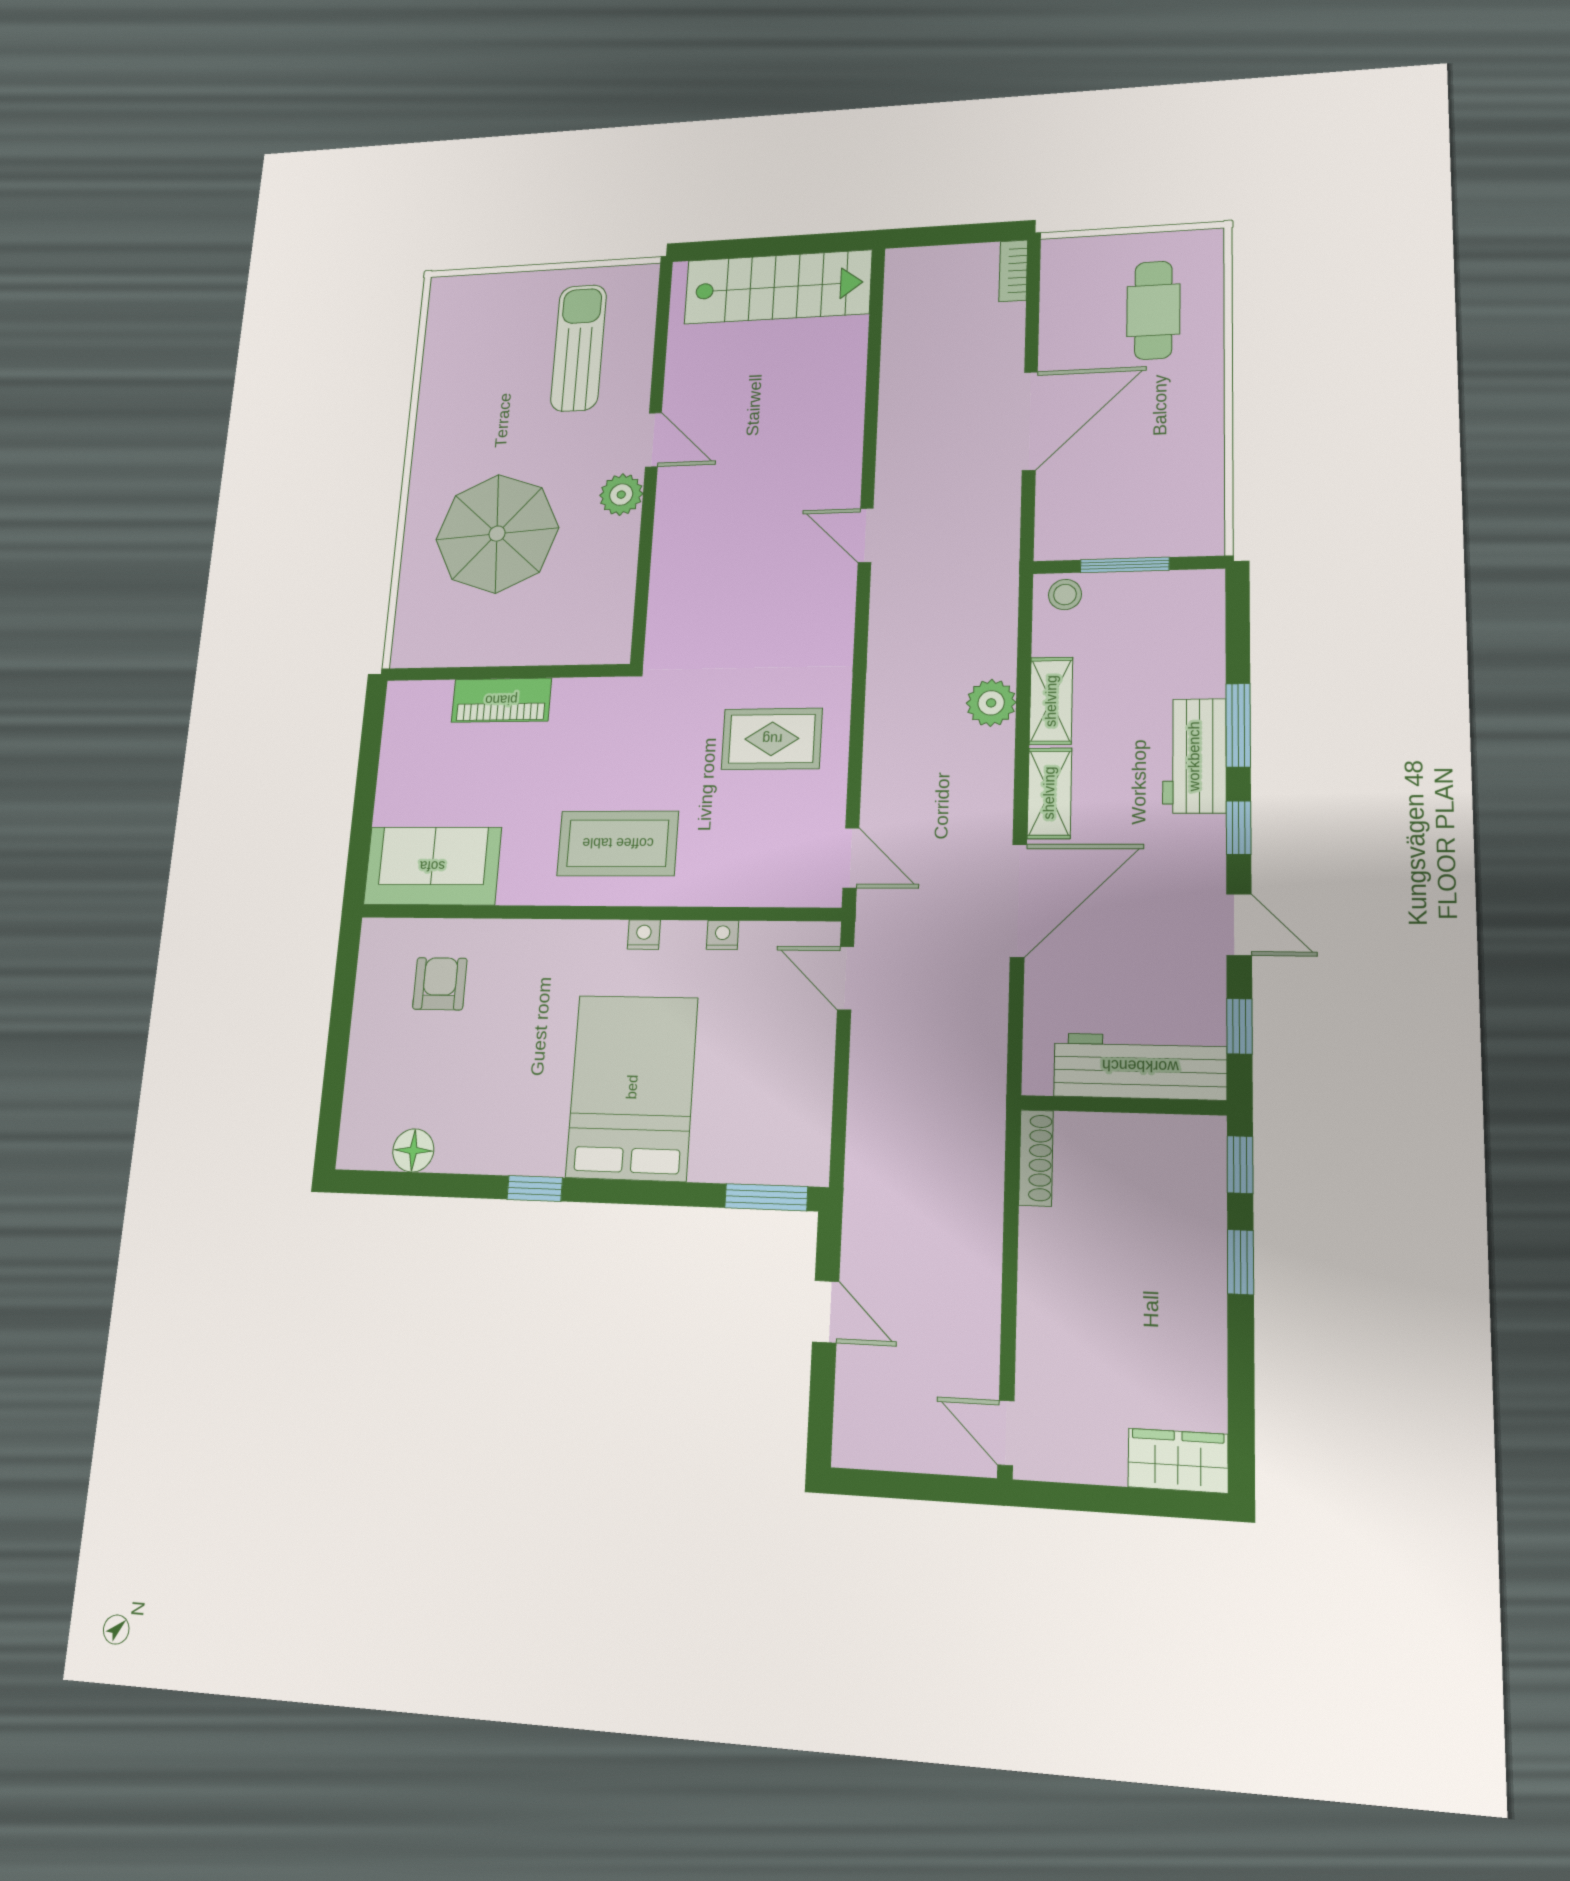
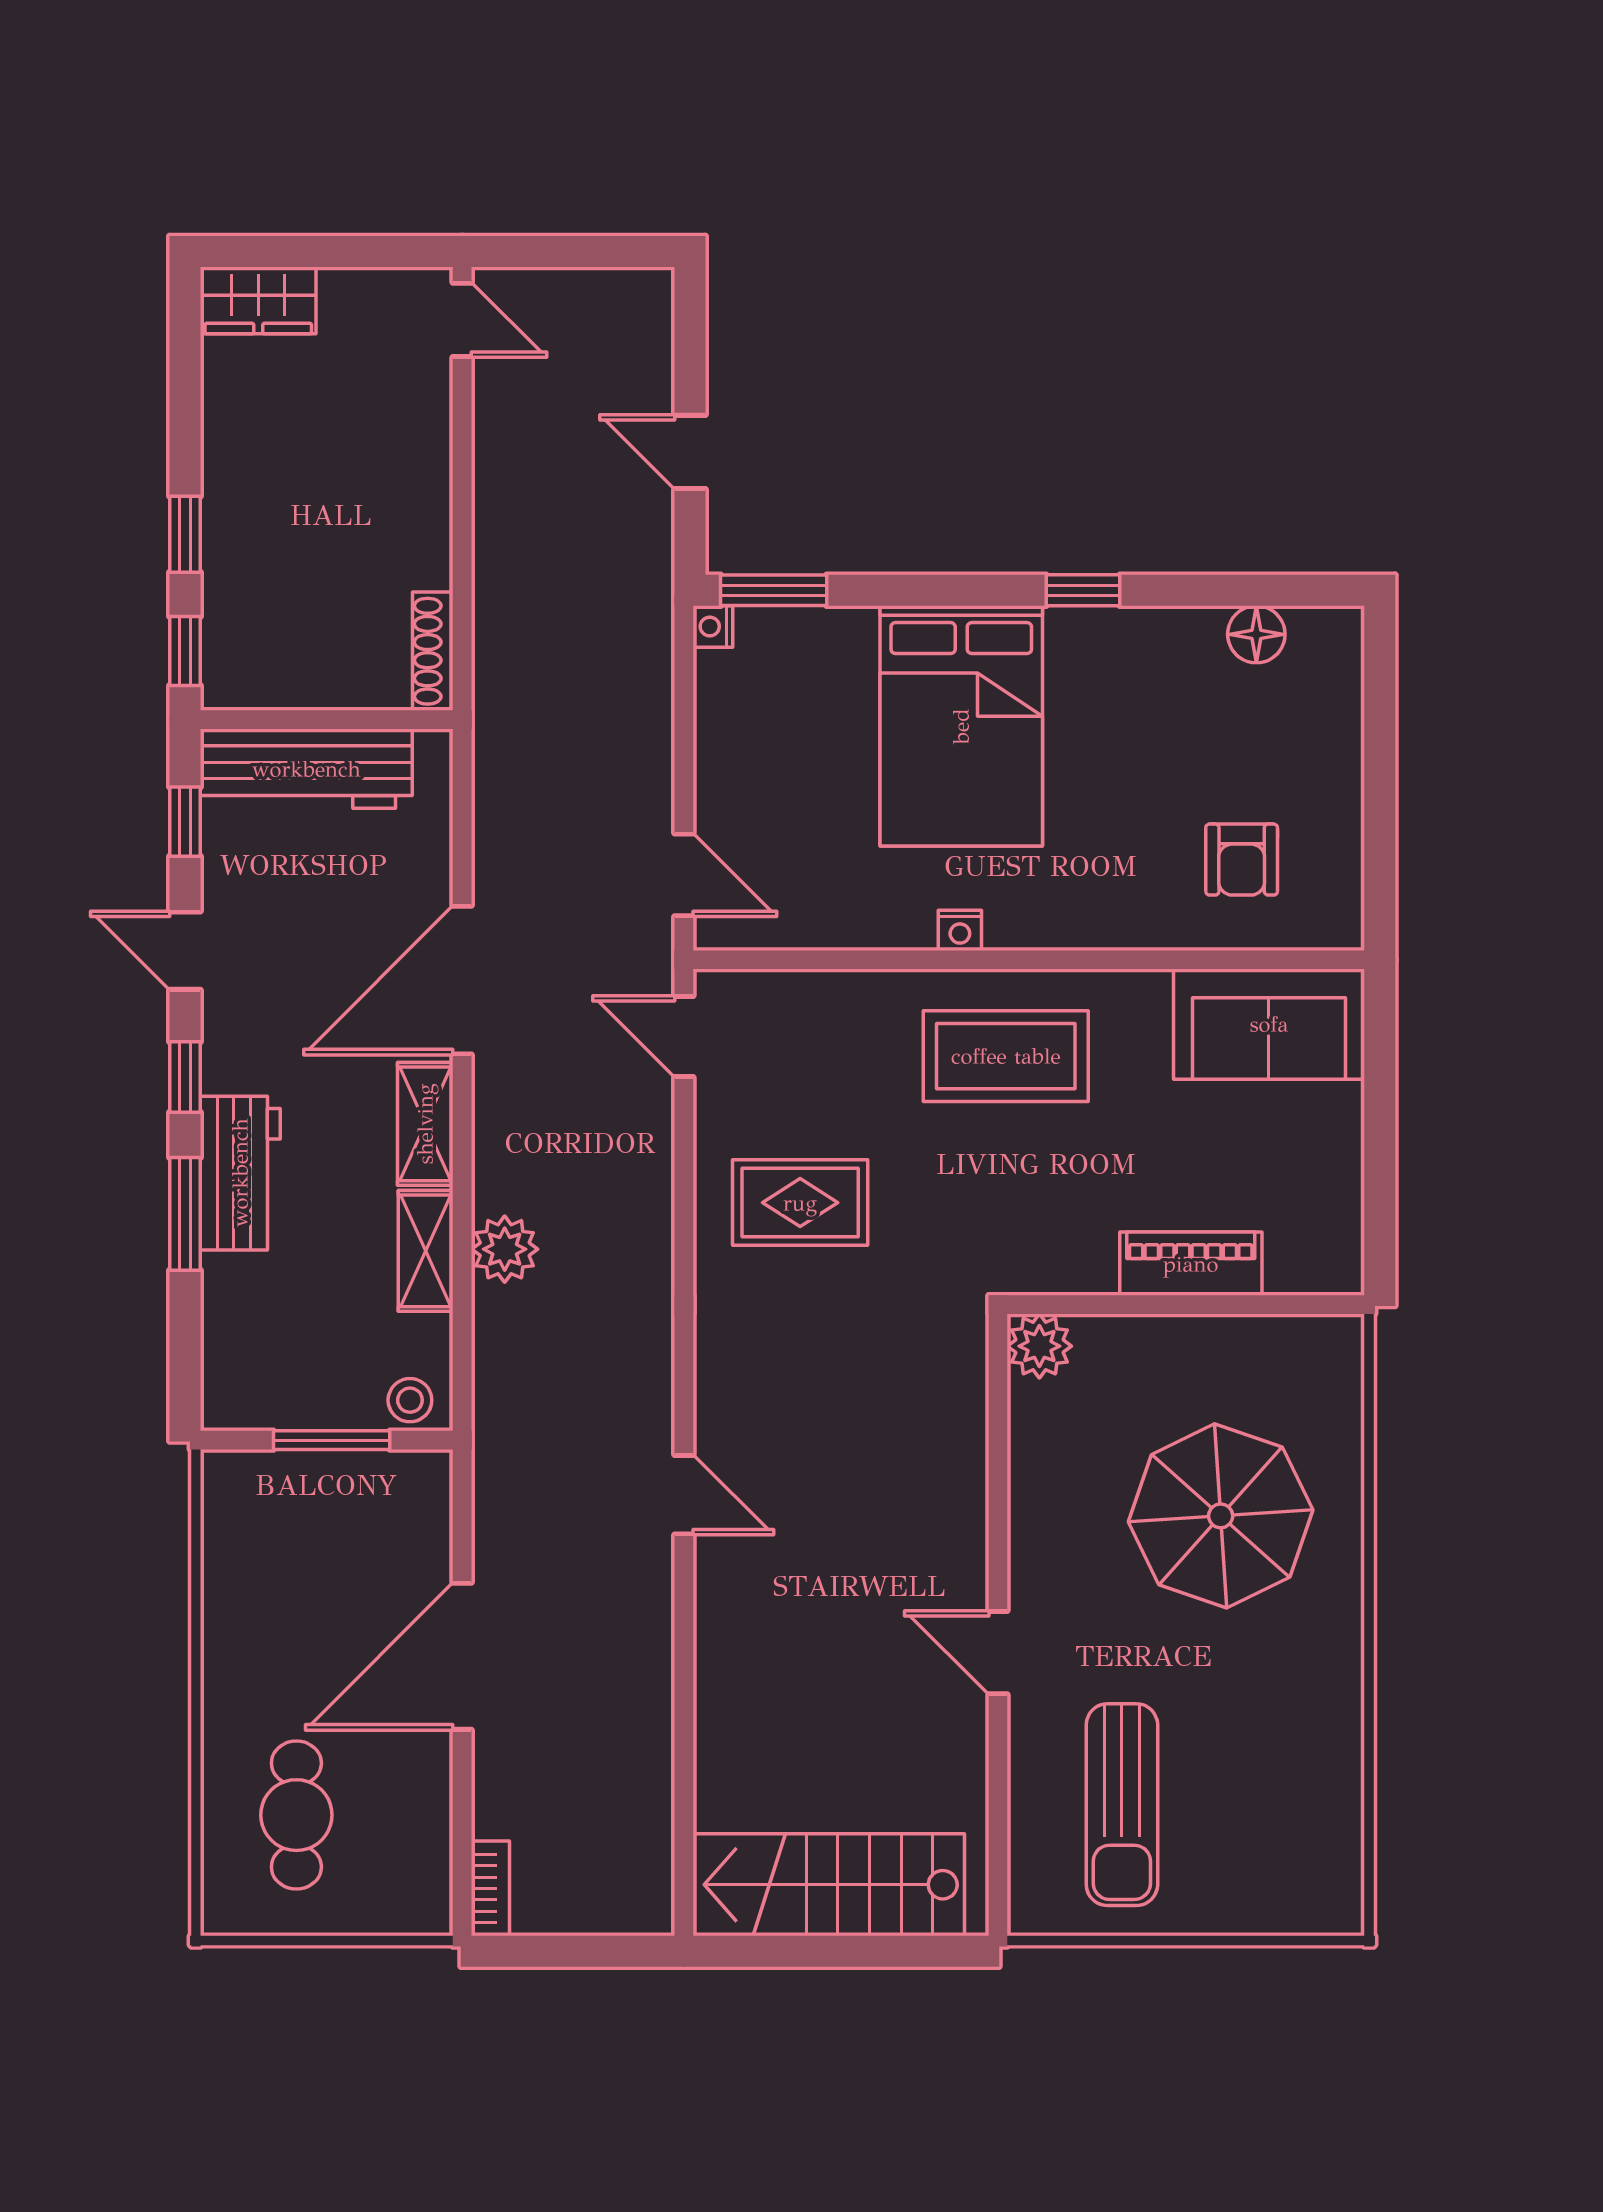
plant: (621, 495) -> (1039, 1346), moved
nightstand: (723, 935) -> (713, 627), moved, turned 90

